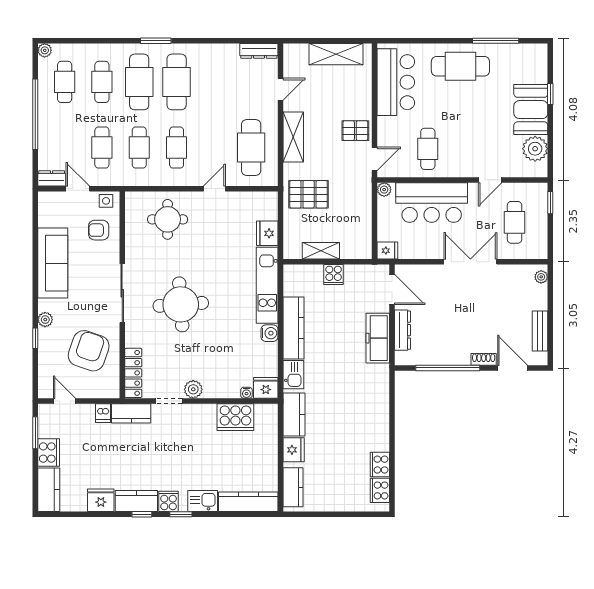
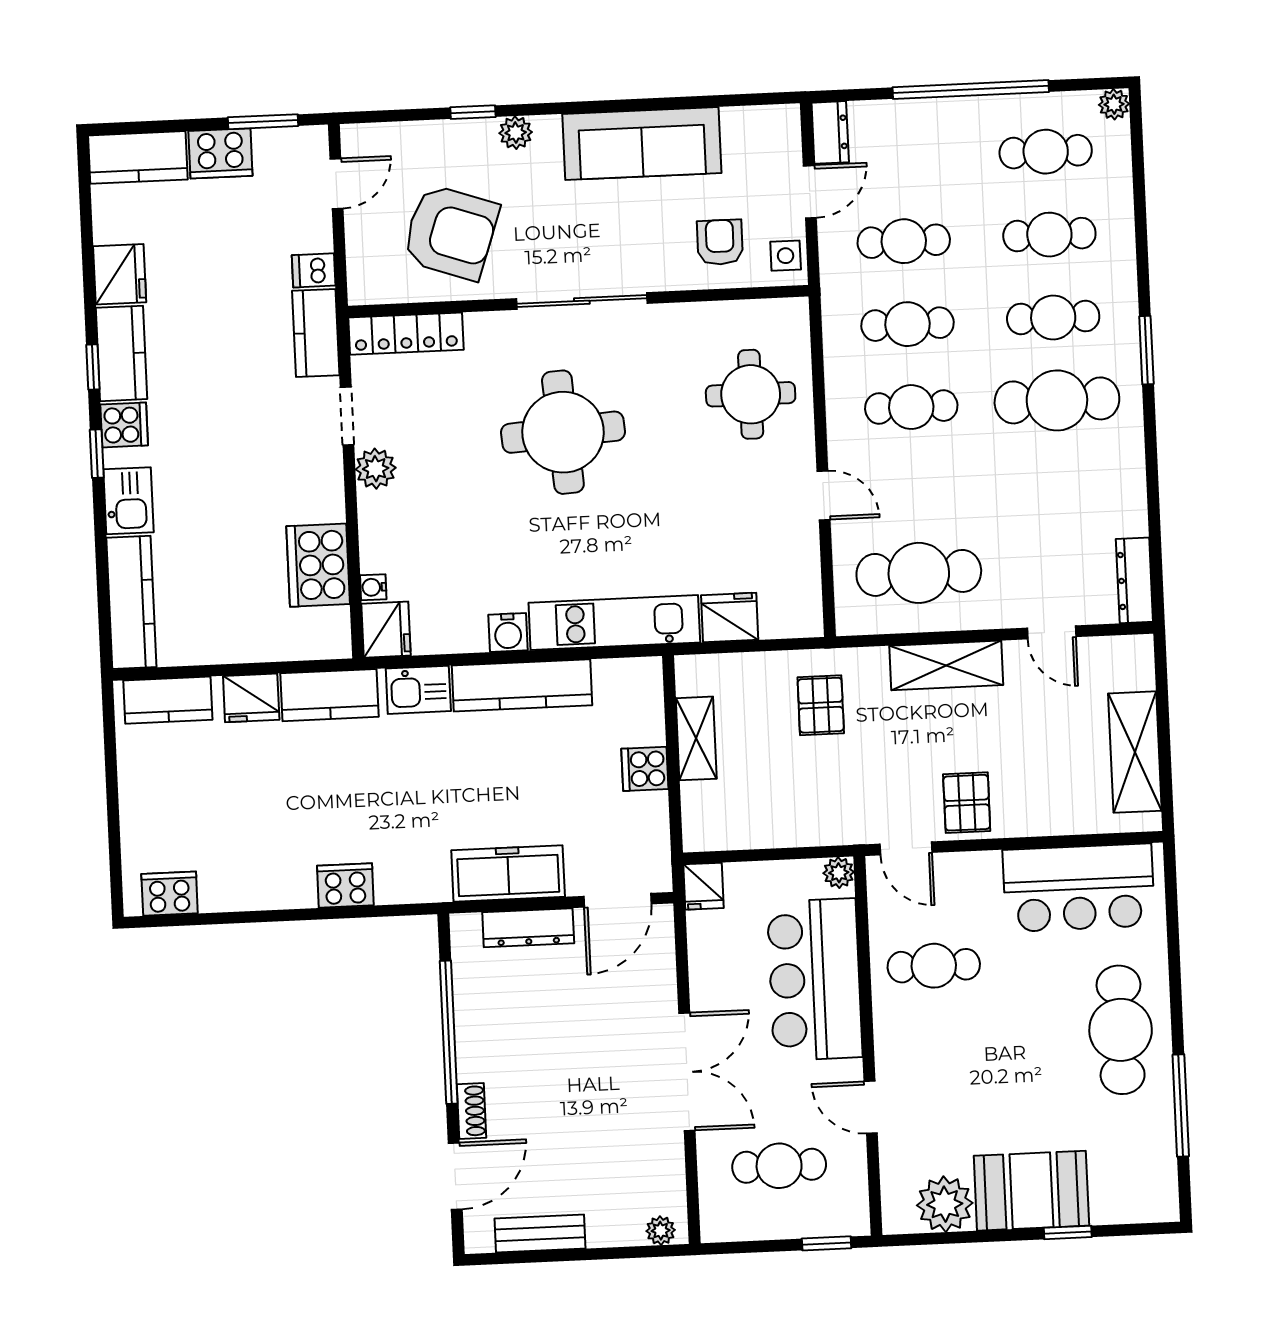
cafe table: (139, 82) -> (1053, 317), width x0.73, depth x0.74
pallet: (309, 194) -> (821, 705), width x0.67, depth x0.71
cooker: (380, 465) -> (345, 886), moved

